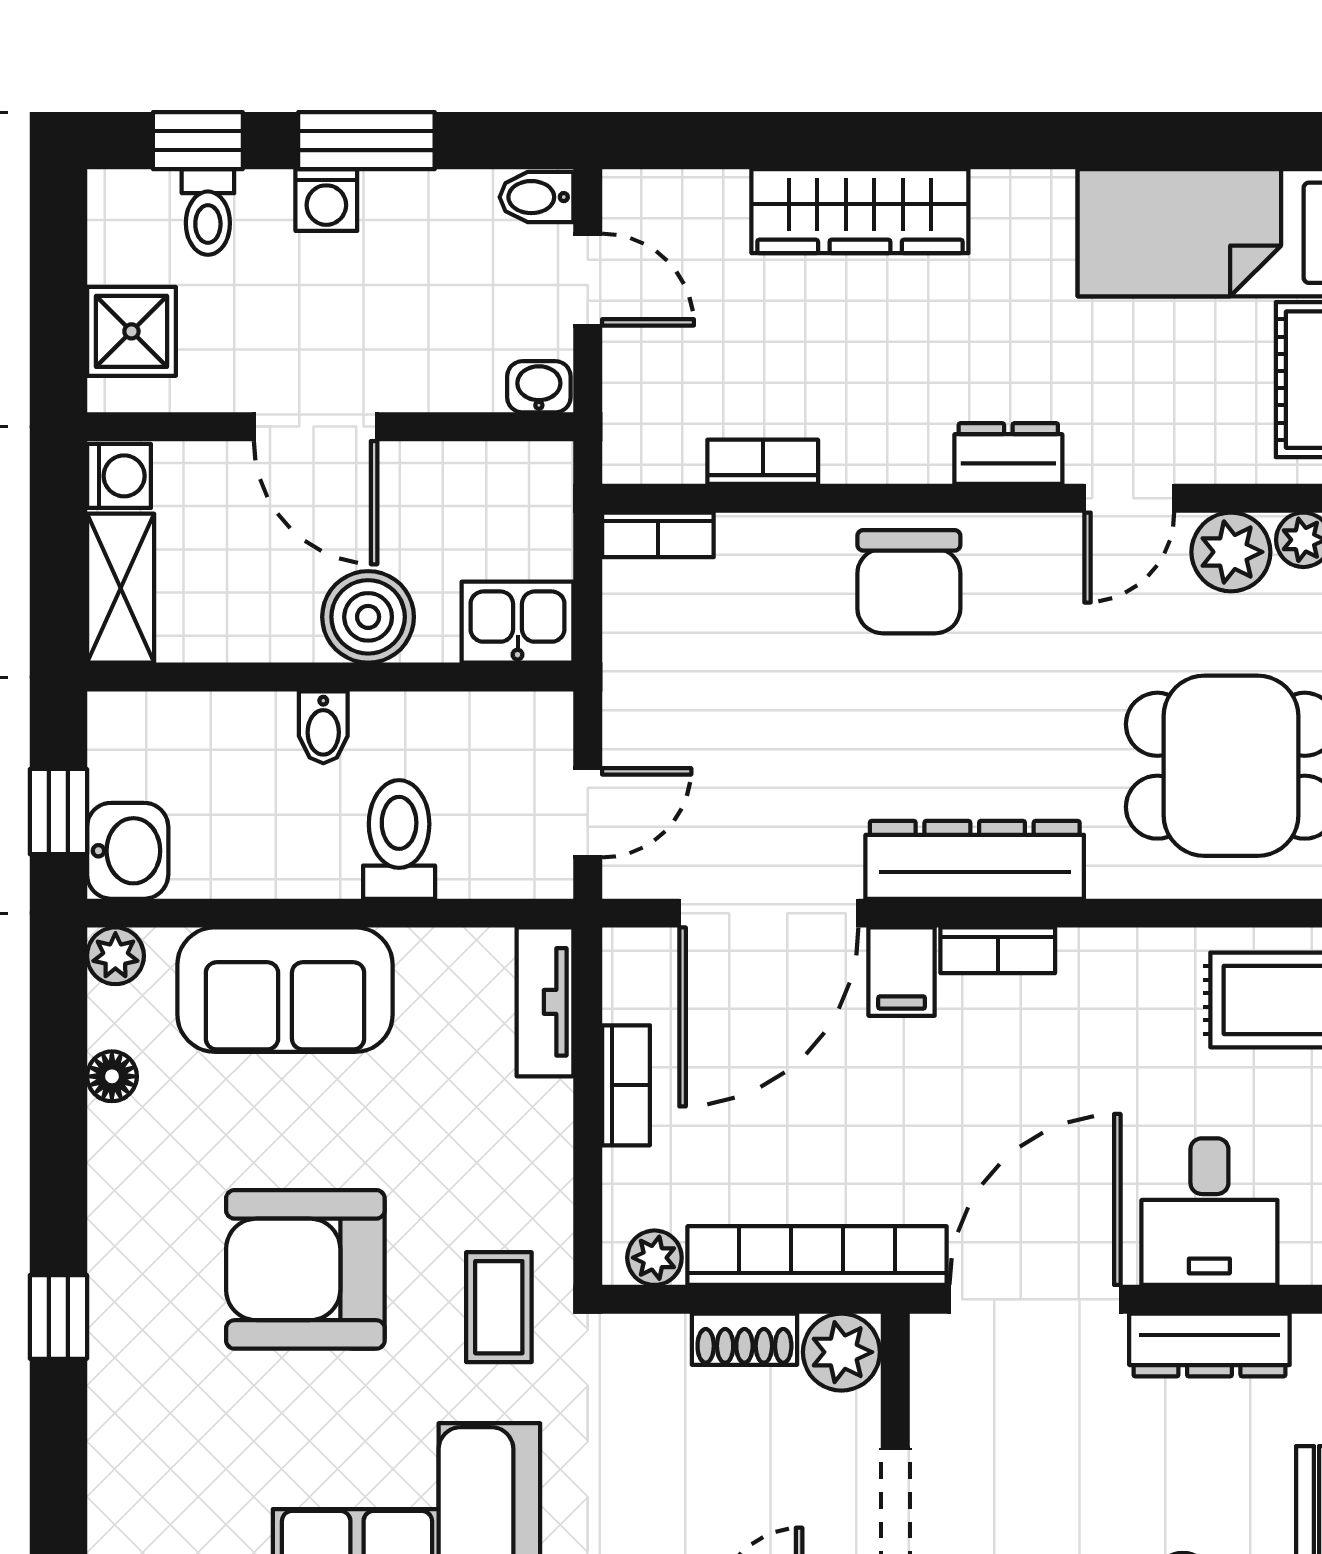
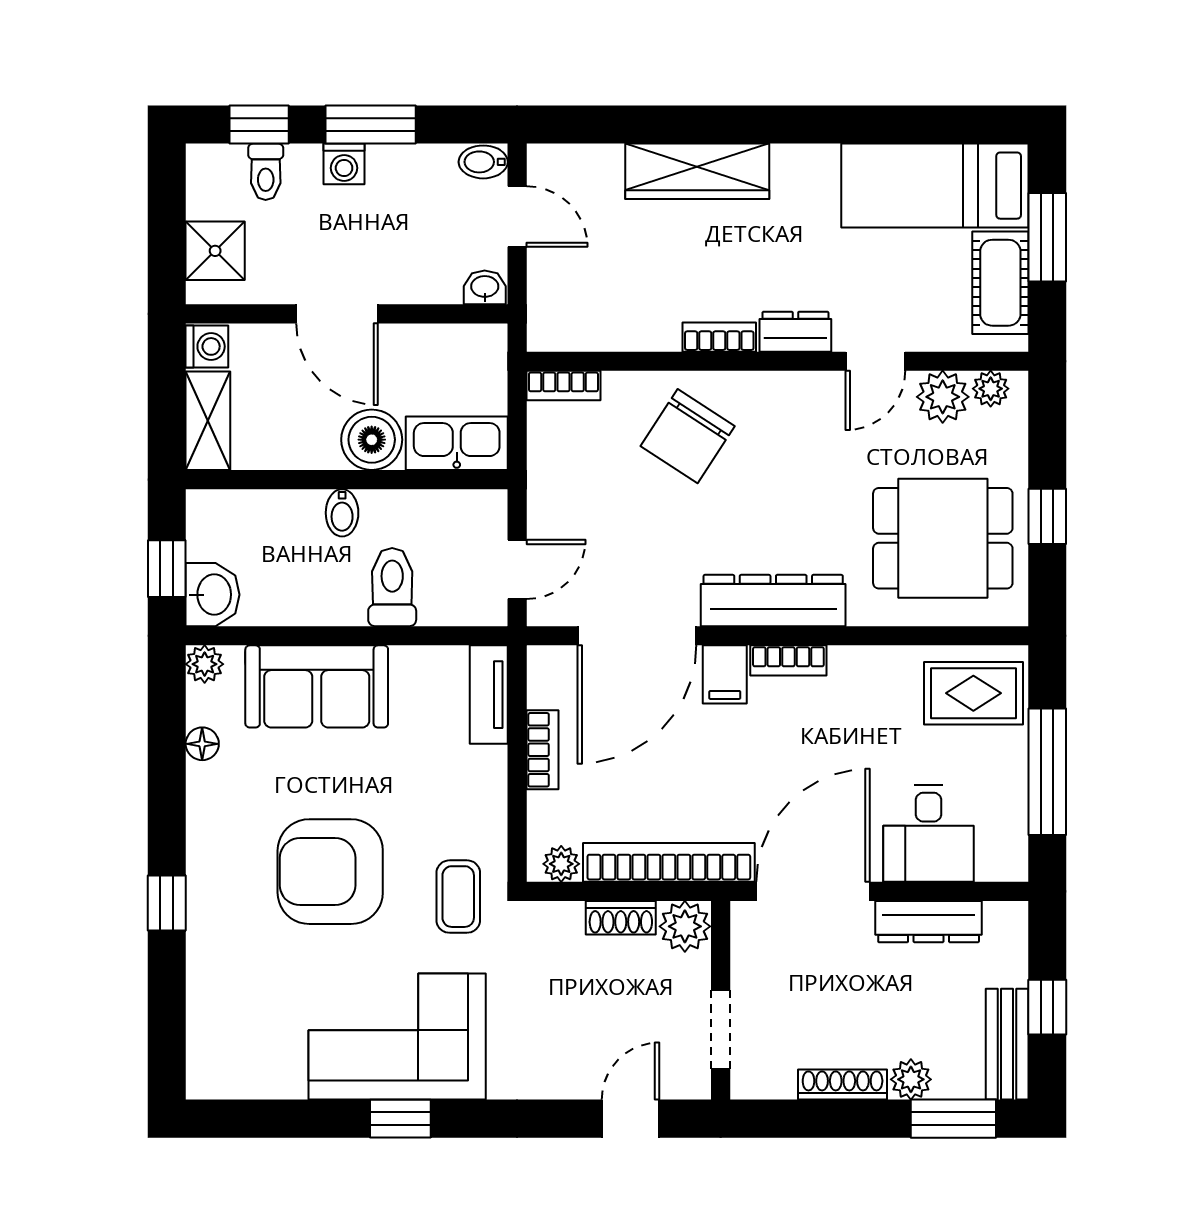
bookcase: (763, 462) -> (719, 337), moved
chair: (909, 582) -> (688, 436), moved, turned 33
kitchen sink: (518, 622) -> (457, 443), width x1.38

